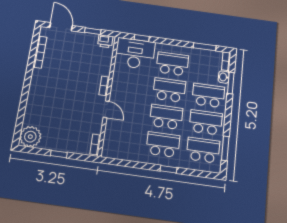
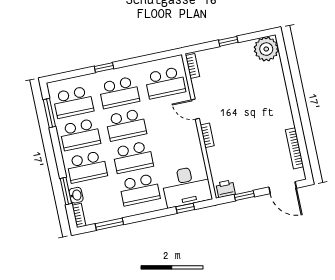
school desk: (123, 139) -> (165, 83), added

